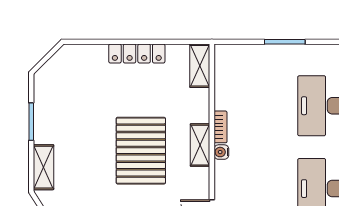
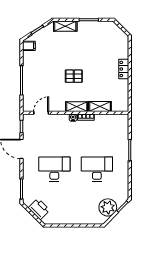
locker: (137, 54) -> (124, 69), width x0.66
shelving: (200, 66) -> (100, 107), moved
pallet: (141, 151) -> (74, 76), width x0.49, depth x0.50

